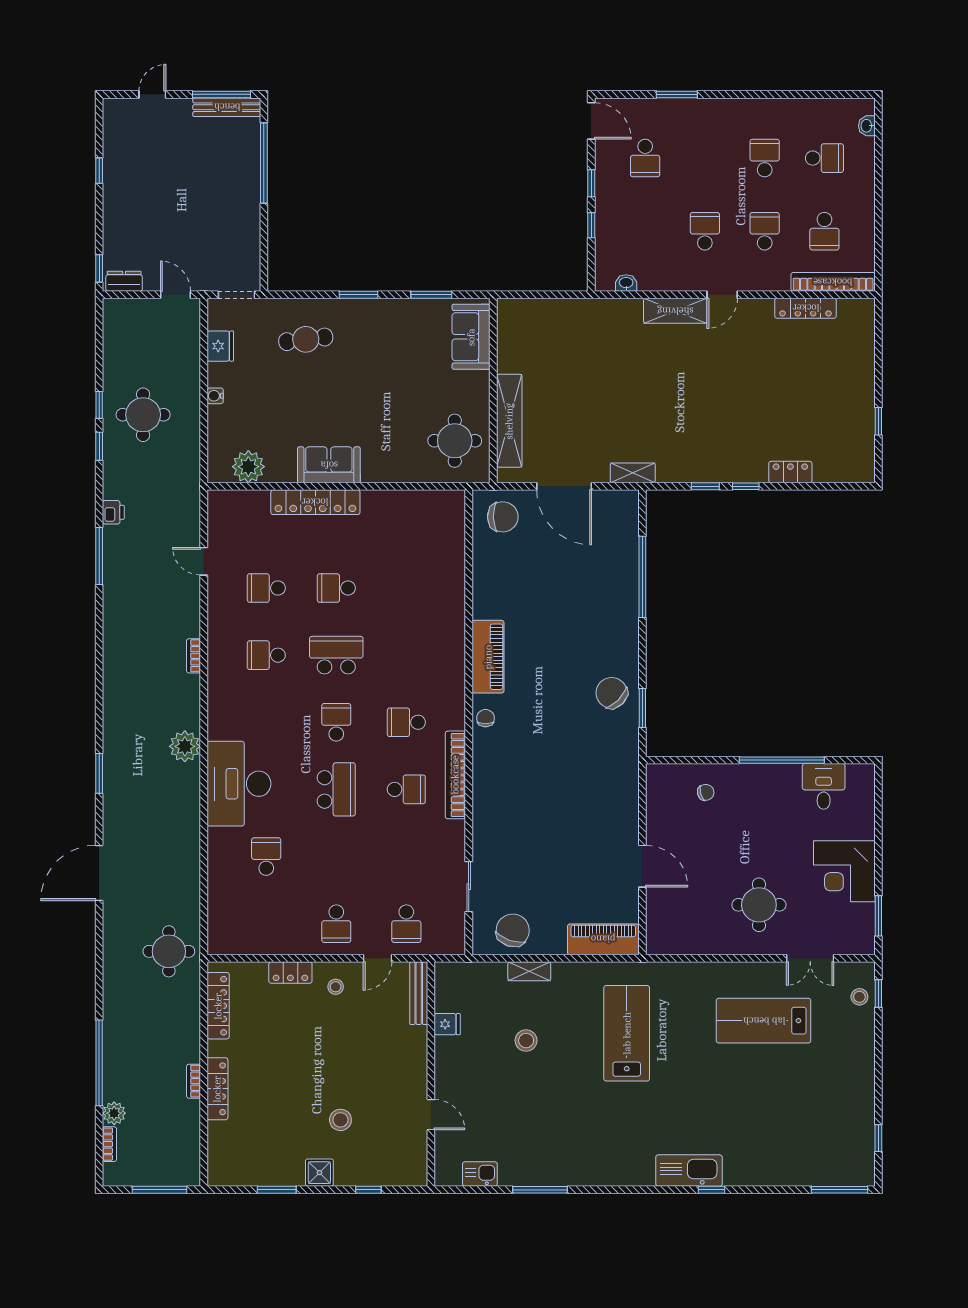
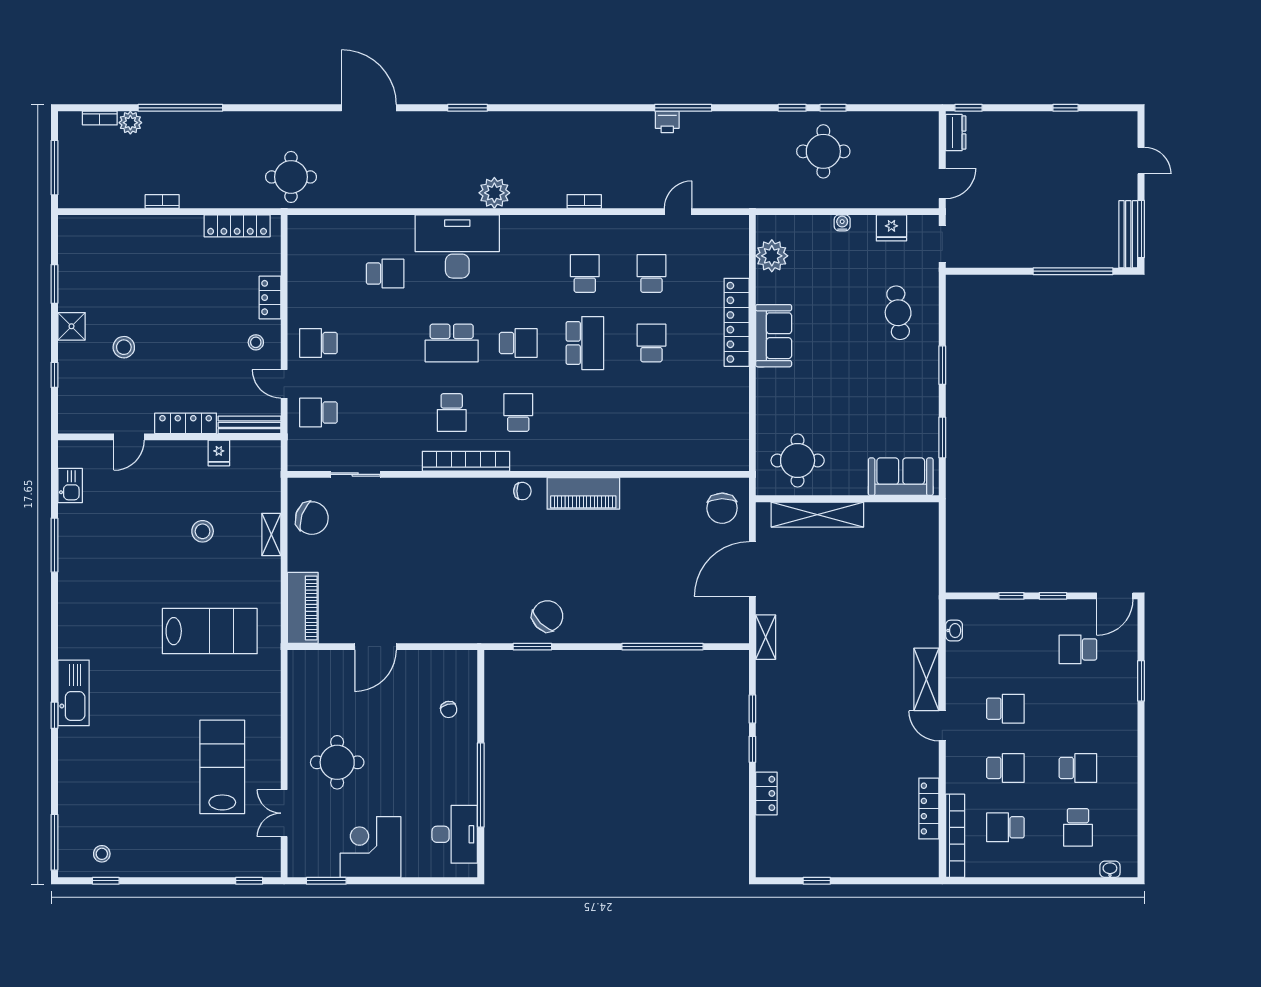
printer: (113, 512) -> (667, 122), moved
desk: (824, 786) -> (455, 834), width x1.37
stool: (859, 997) -> (102, 854), moved
locker: (217, 1089) -> (186, 423), moved, turned 180

